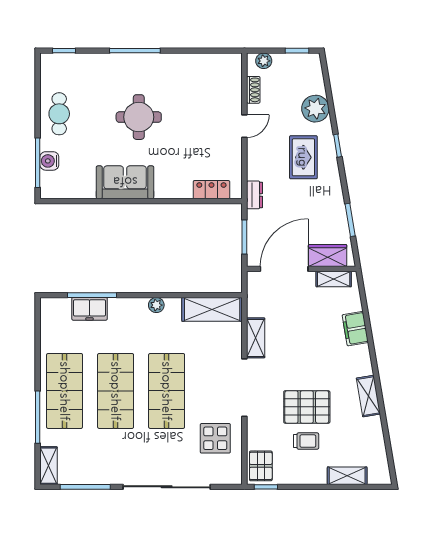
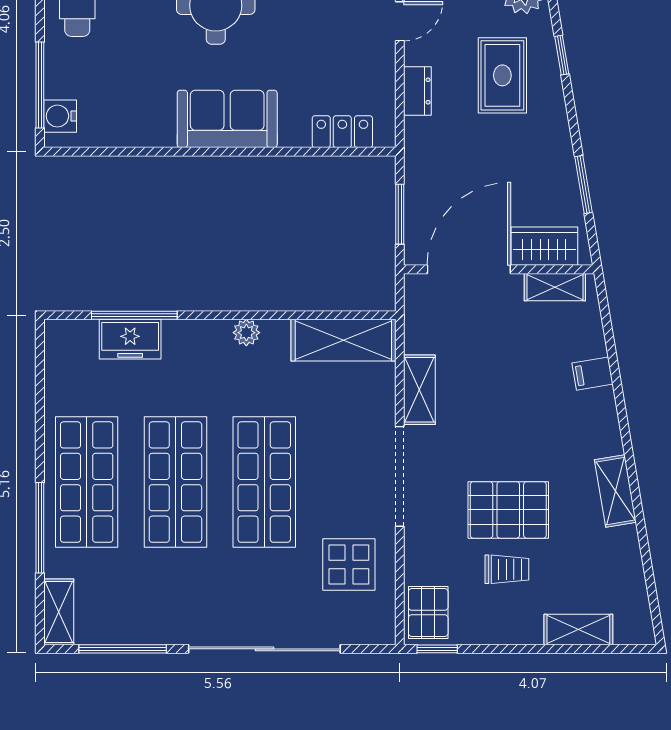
water cooler: (49, 161) -> (60, 116), moved
sofa: (125, 182) -> (227, 119), moved
dresser: (255, 195) -> (417, 91), moved
filing cabinet: (355, 329) -> (593, 374), width x0.50

